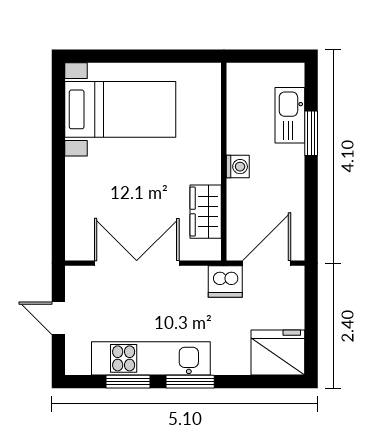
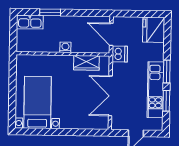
kitchen sink: (290, 115) -> (30, 22), moved

